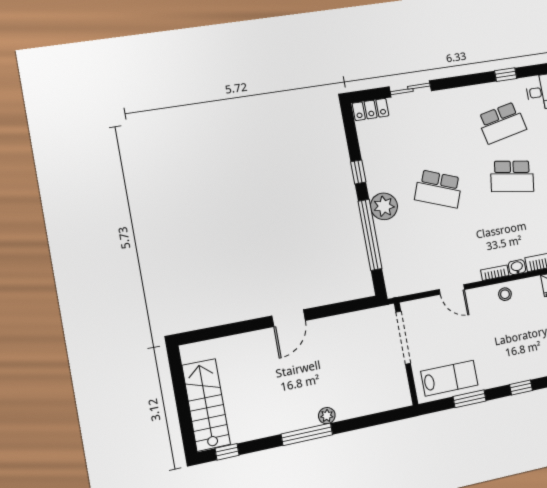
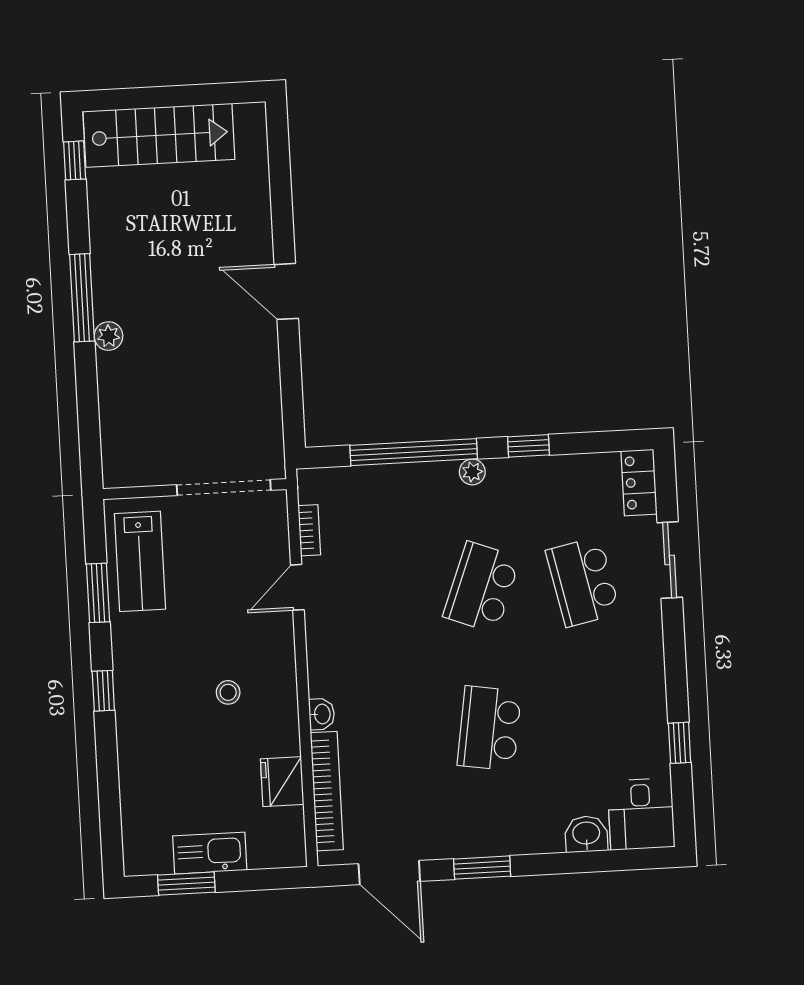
school desk: (502, 123) -> (583, 582), moved
plant: (384, 206) -> (472, 472), width x0.53, depth x0.53
bookcase: (495, 273) -> (309, 530), moved
stool: (505, 294) -> (228, 692), moved

